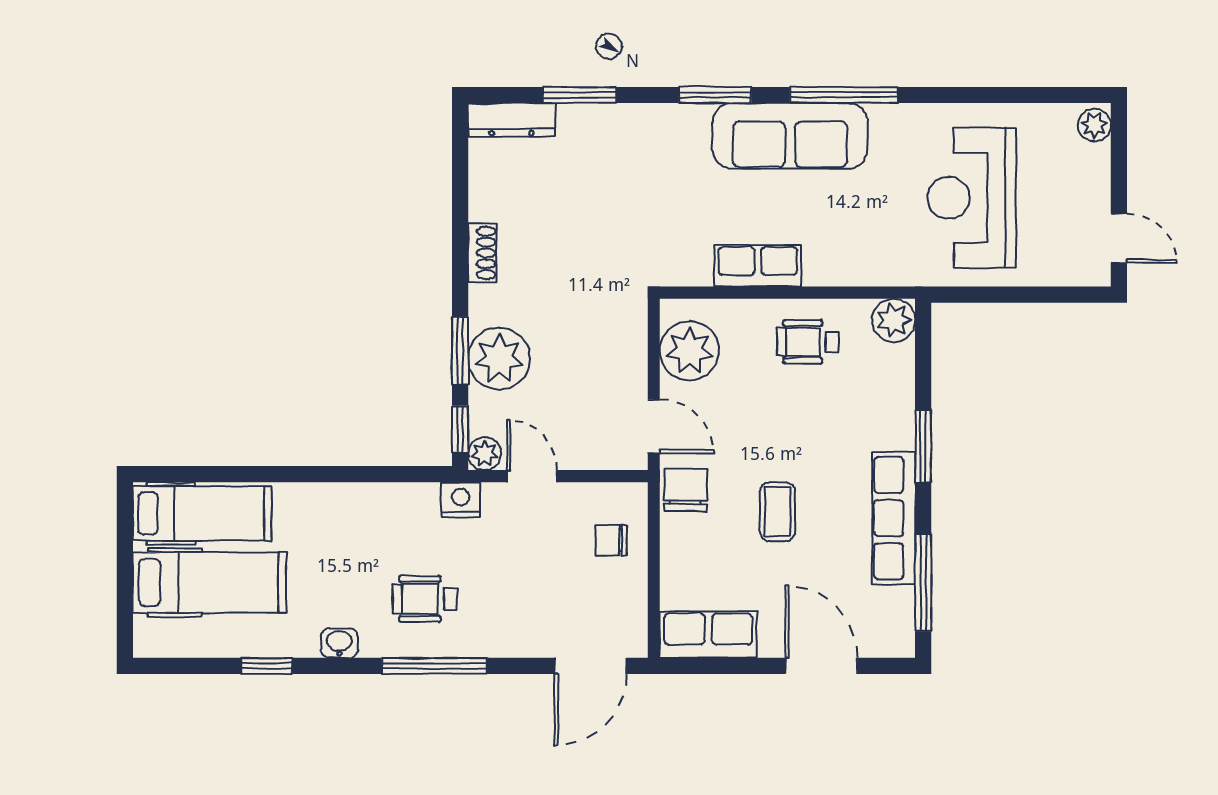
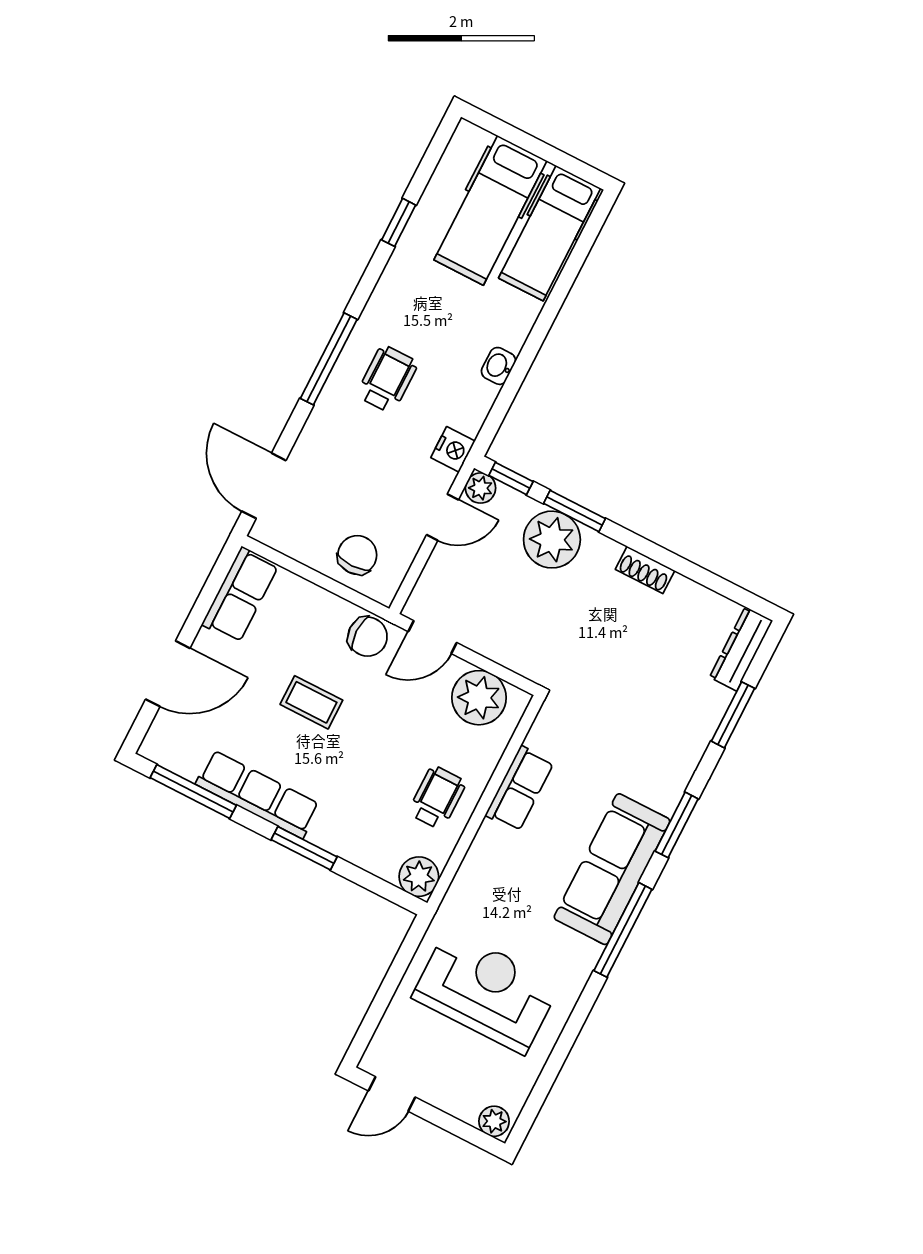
chair: (611, 540) -> (357, 555), width x1.37, depth x1.37
washbasin: (339, 643) -> (498, 366), moved, turned 180

